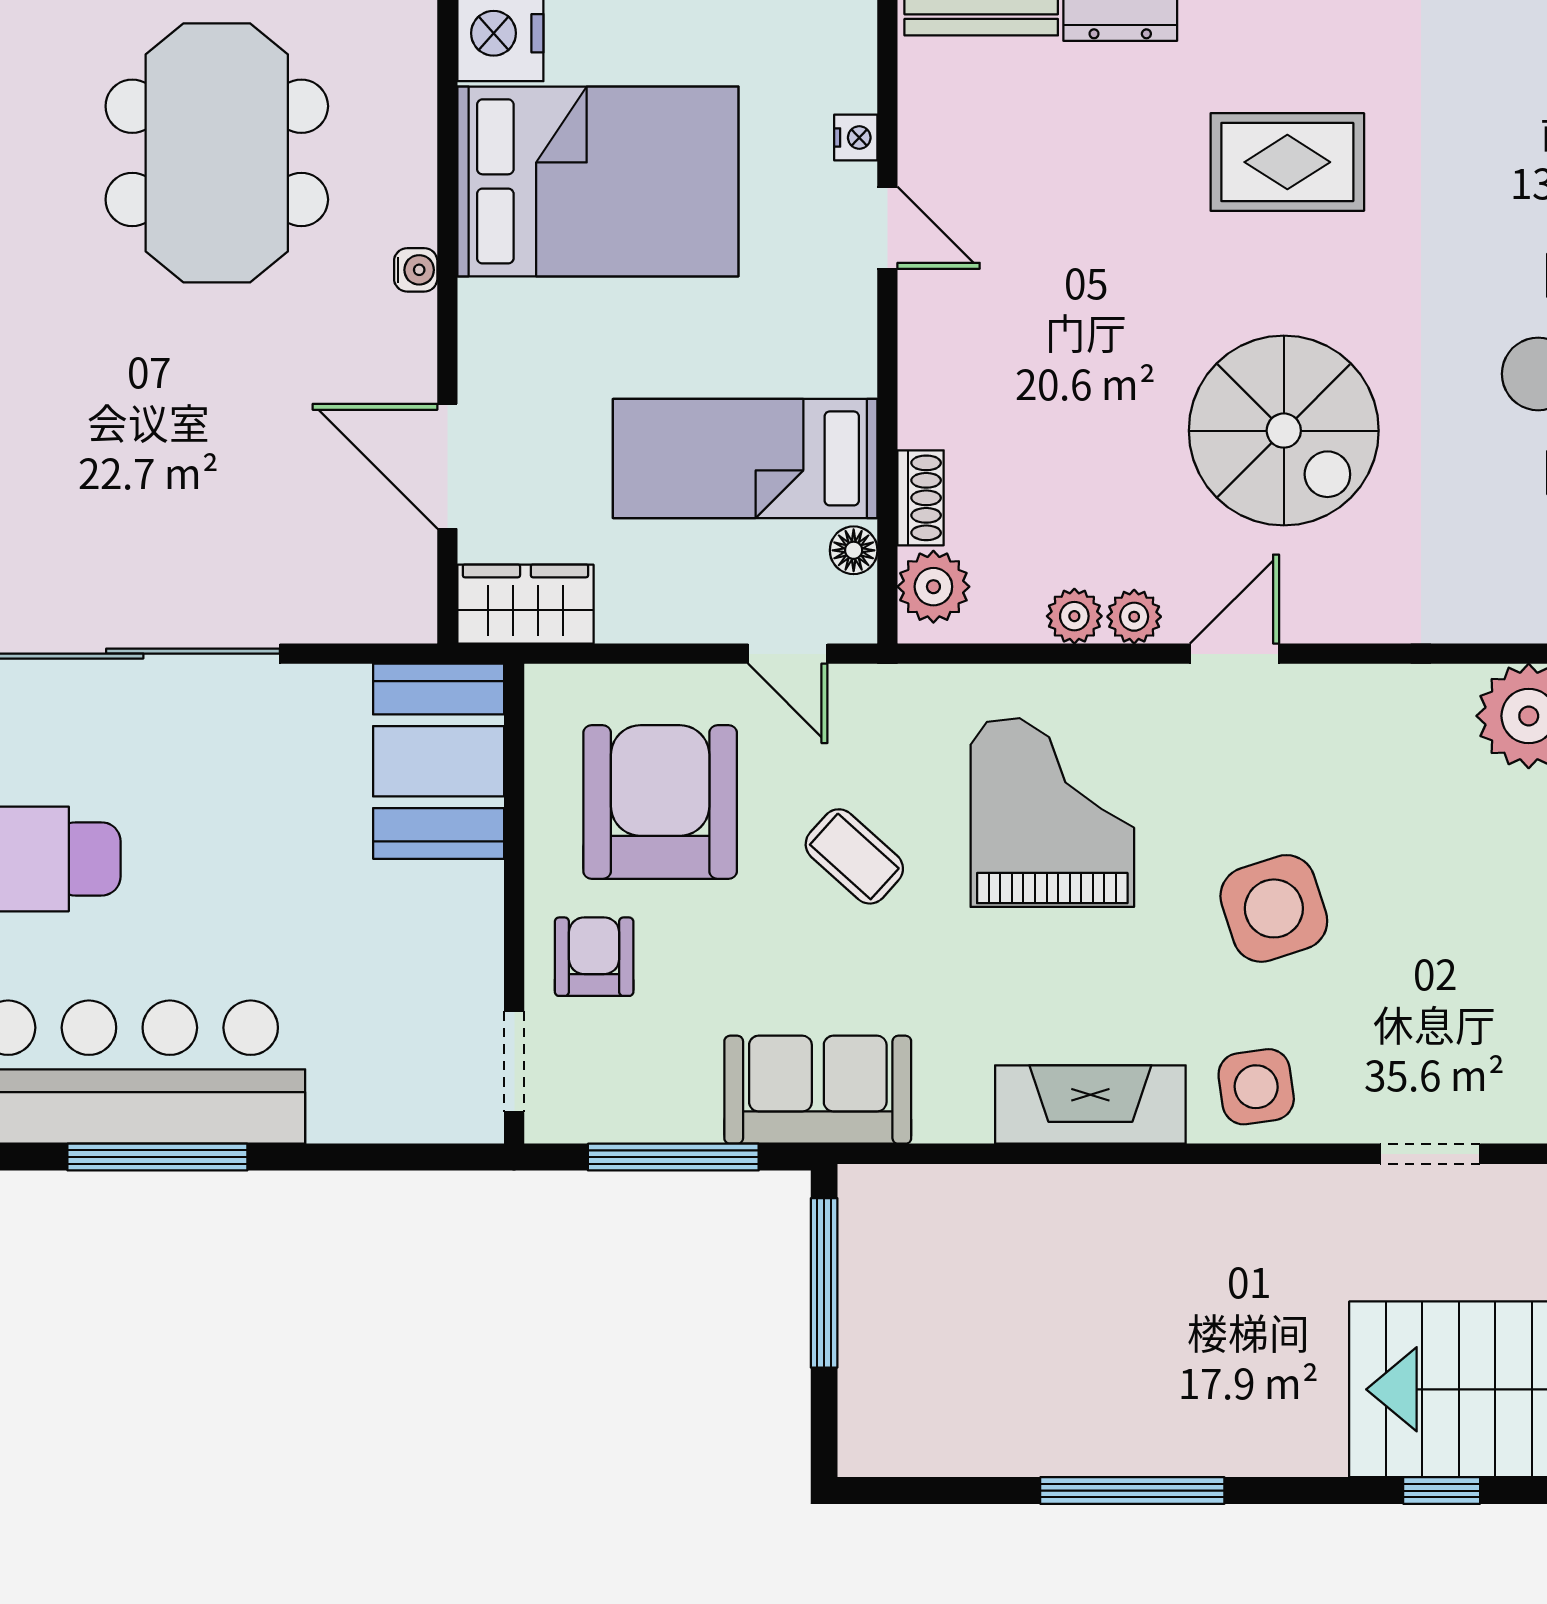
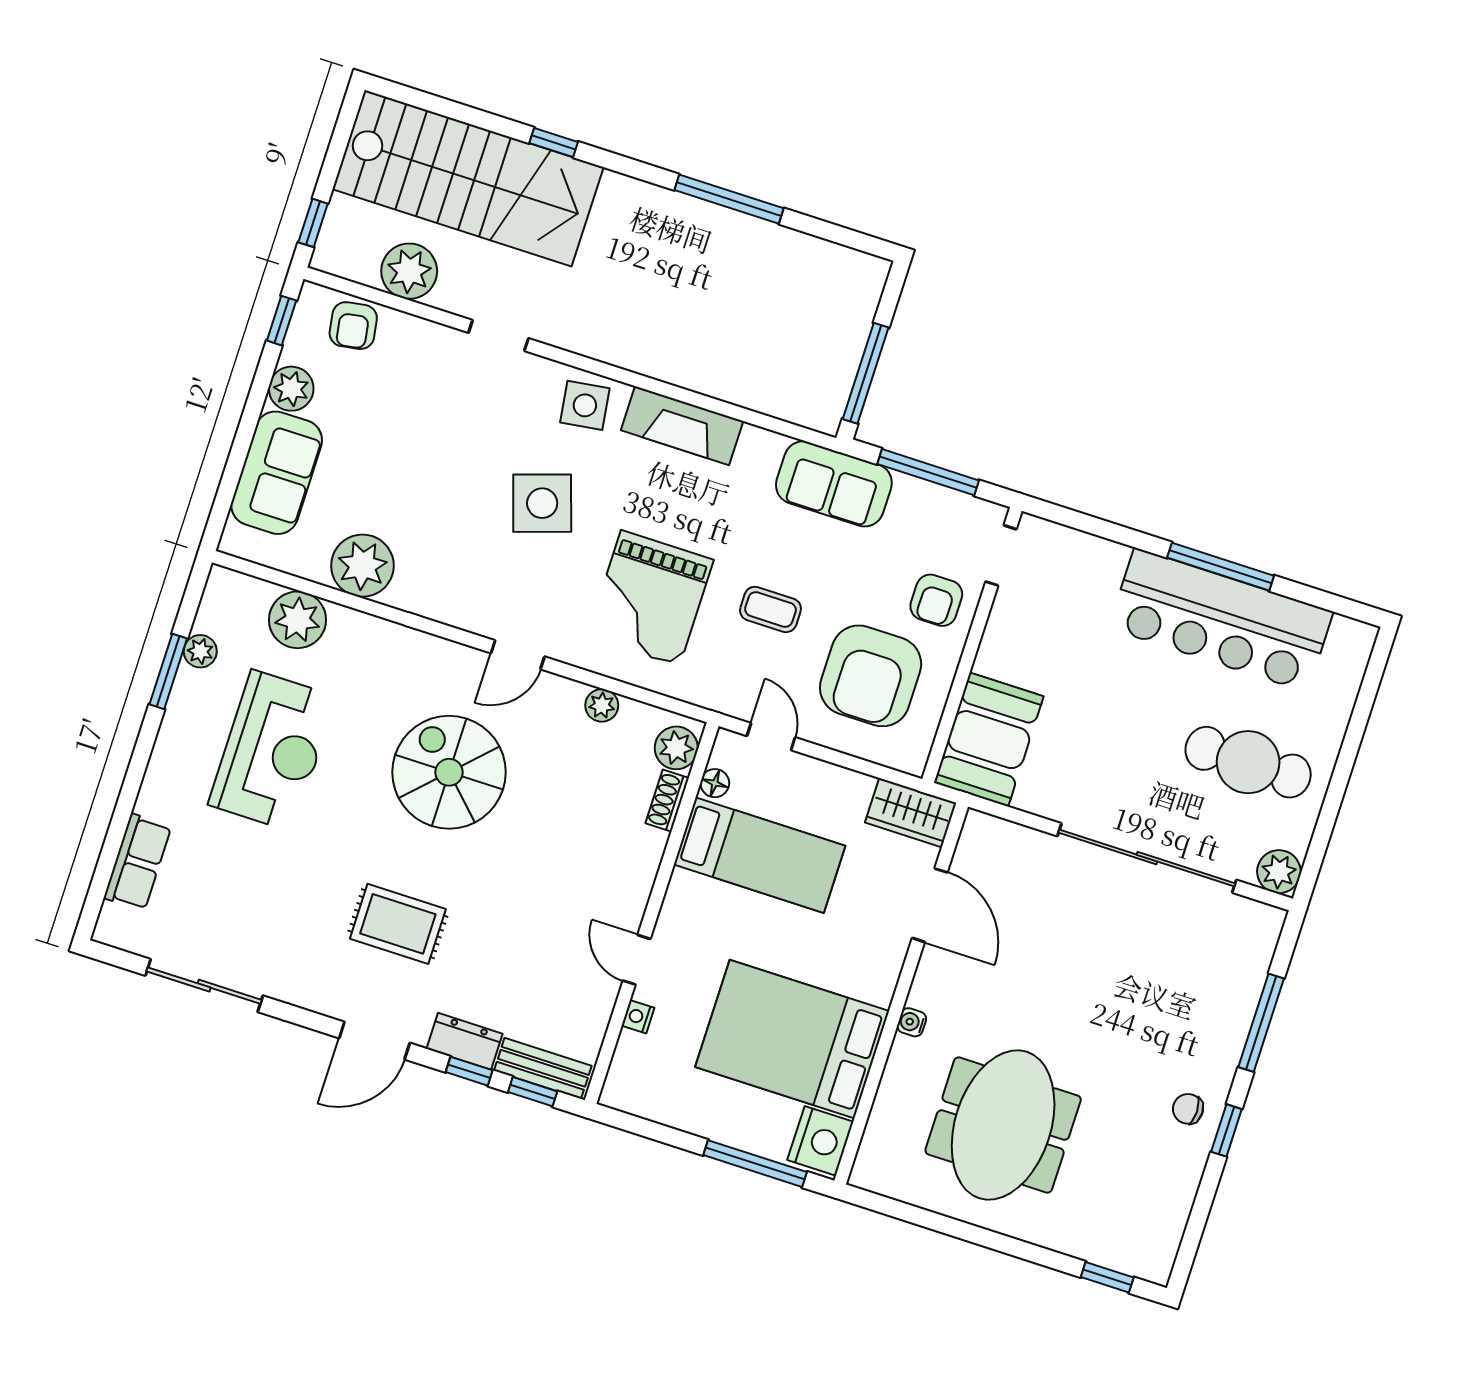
plant: (1134, 617) -> (568, 694), removed
coffee table: (854, 856) -> (770, 609), turned -42

